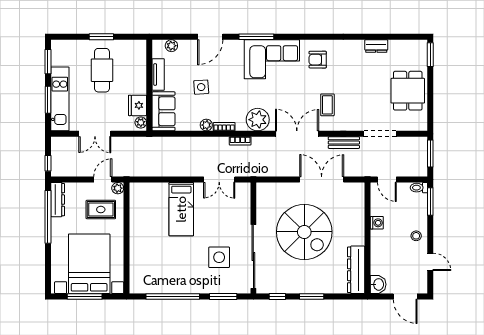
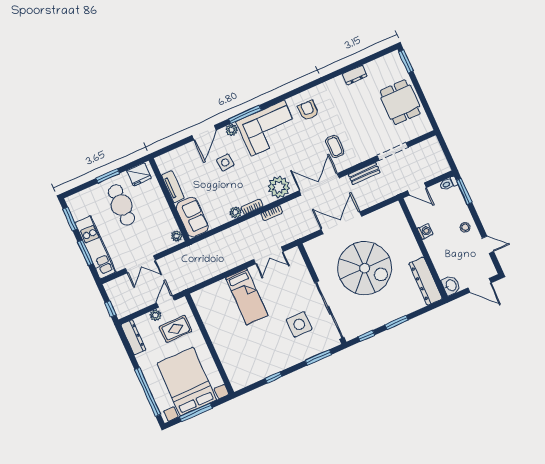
plant: (171, 46) -> (232, 130), moved
armchair: (318, 60) -> (308, 110), turned 90
side table: (201, 87) -> (225, 163), moved
fridge: (137, 105) -> (139, 174), moved, turned -90
window: (430, 154) -> (445, 149), removed
double door: (322, 179) -> (341, 223), moved
plant: (118, 188) -> (156, 315), moved
window: (48, 217) -> (148, 392), moved
window: (173, 296) -> (274, 377), width x0.32

